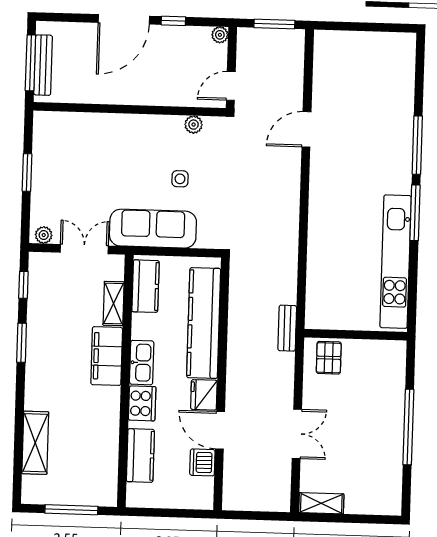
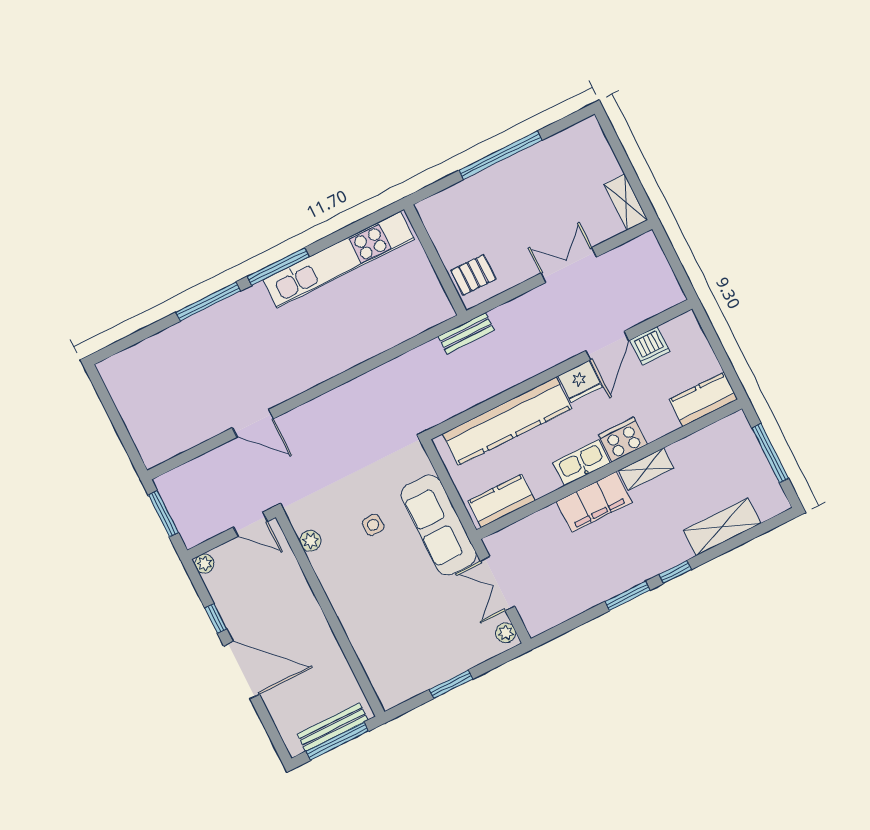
window: (23, 285) -> (675, 572), moved
shelving: (114, 303) -> (646, 469), moved
kitchen counter: (140, 456) -> (703, 399), moved

